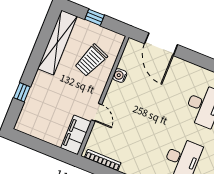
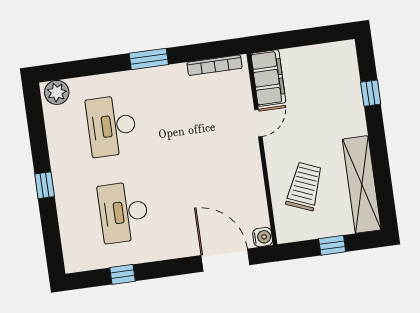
water cooler: (120, 76) -> (263, 237), moved
door: (97, 112) -> (258, 123), swing flipped

